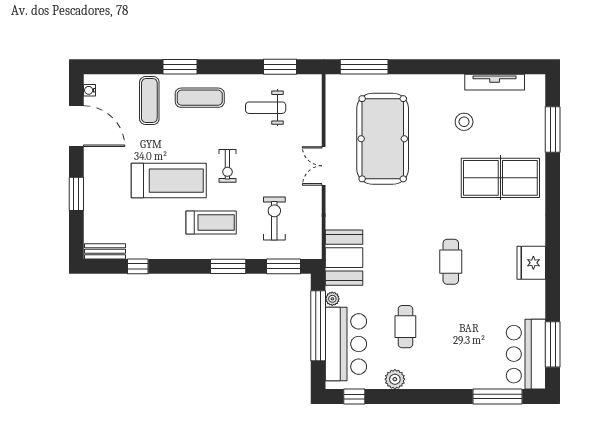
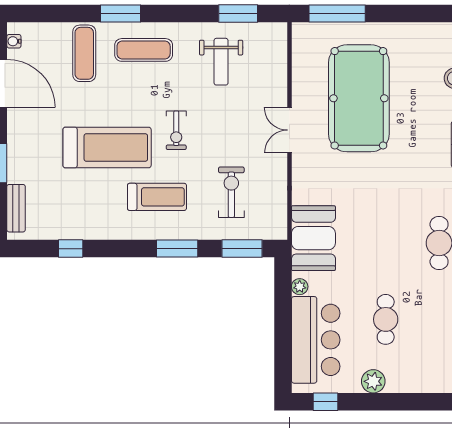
weight bench: (266, 108) -> (221, 62), turned -90
bench: (105, 251) -> (16, 208), moved, turned 90
window: (318, 326) -> (283, 318), removed

